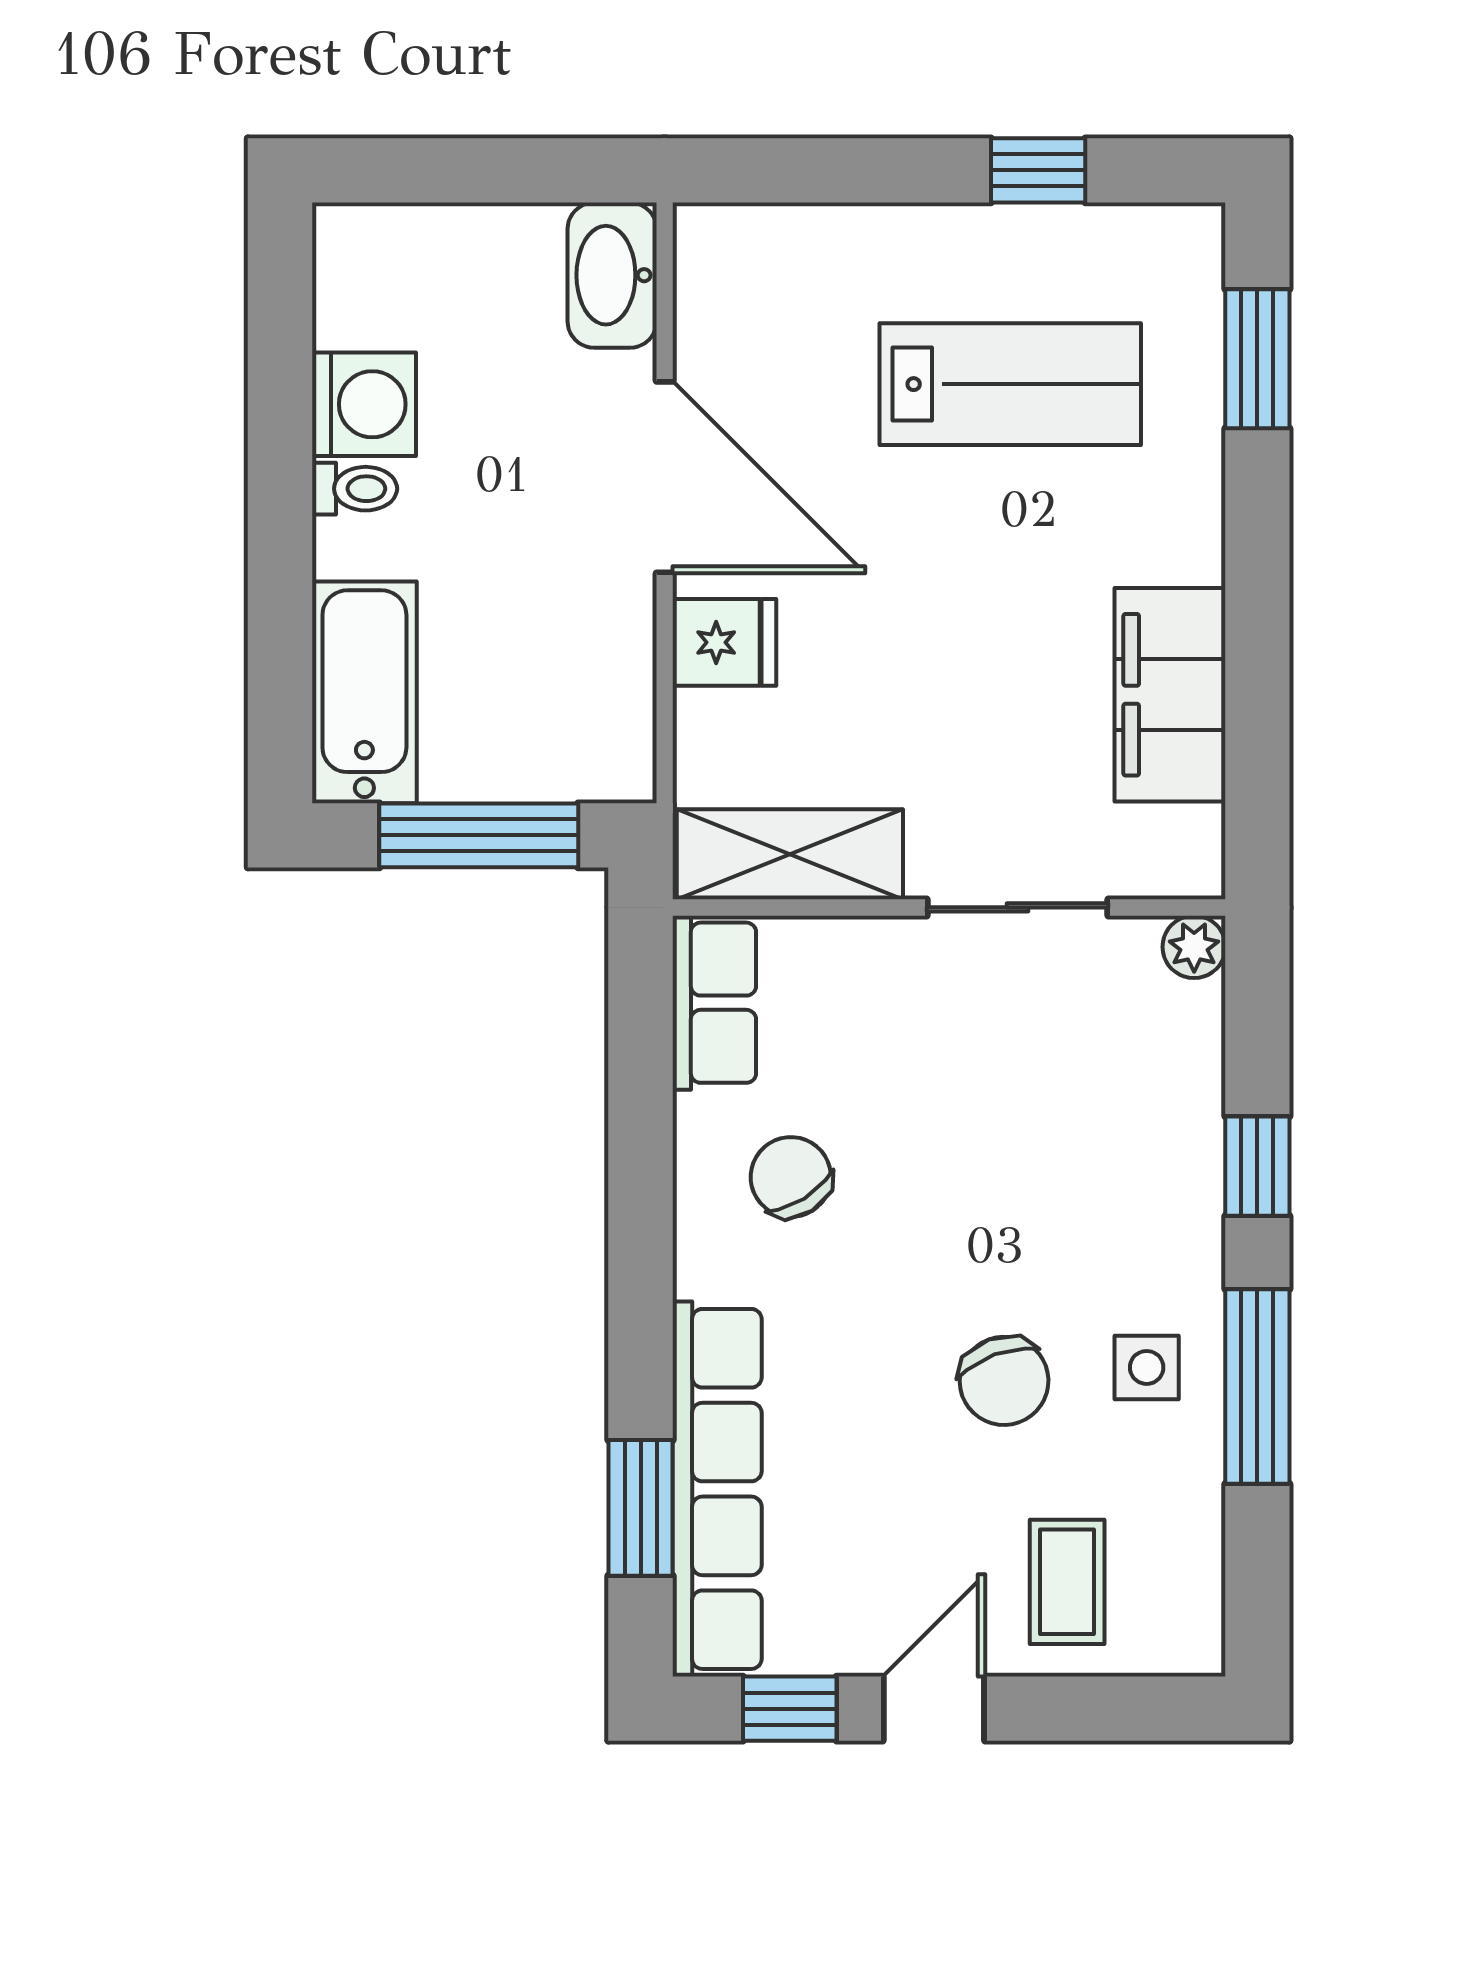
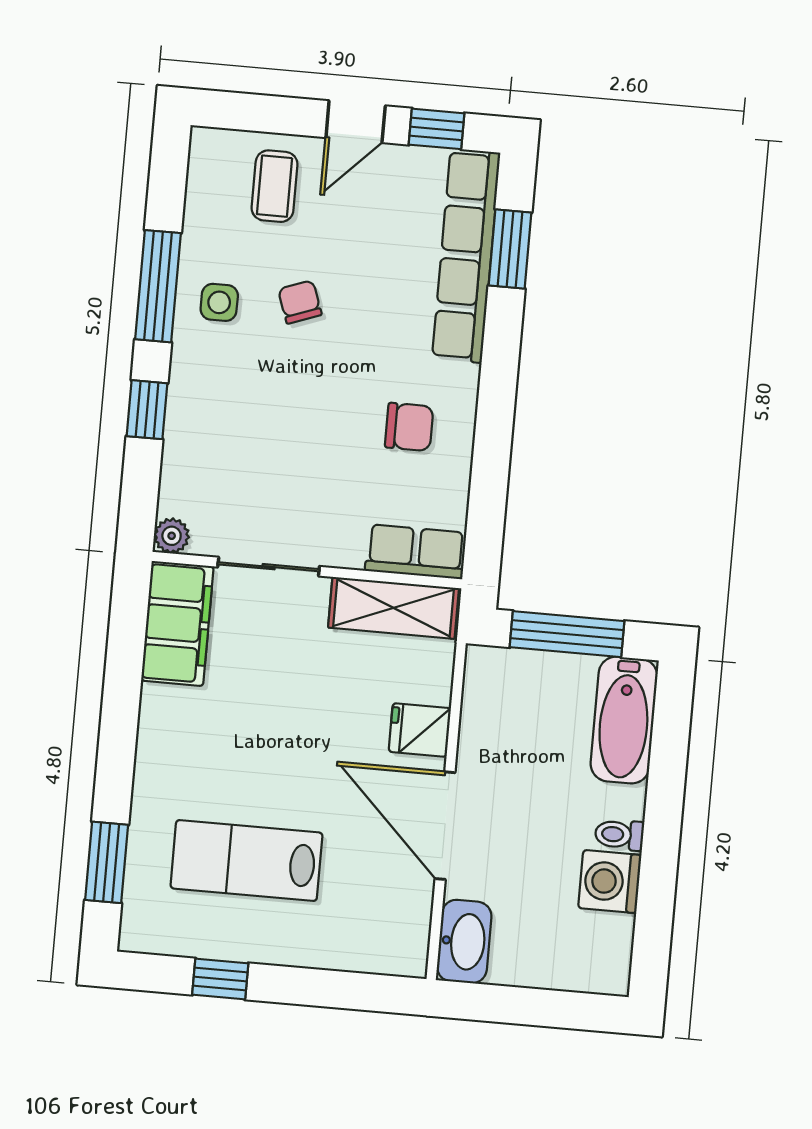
filing cabinet: (1170, 695) -> (177, 623), moved
row of seats: (714, 1003) -> (416, 552), moved, turned 90
chair: (791, 1177) -> (409, 427), turned -58
chair: (1004, 1381) -> (300, 302), width x0.73, depth x0.73

